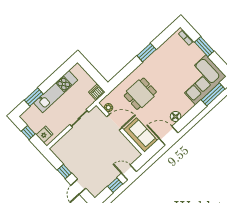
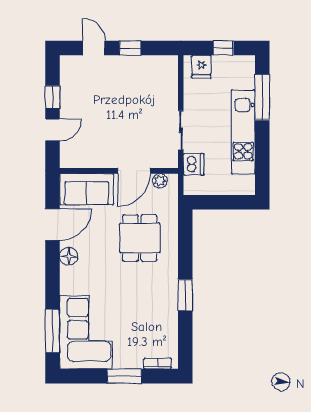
dishwasher: (97, 92) -> (194, 164), moved
window: (34, 97) -> (262, 97), width x1.44

